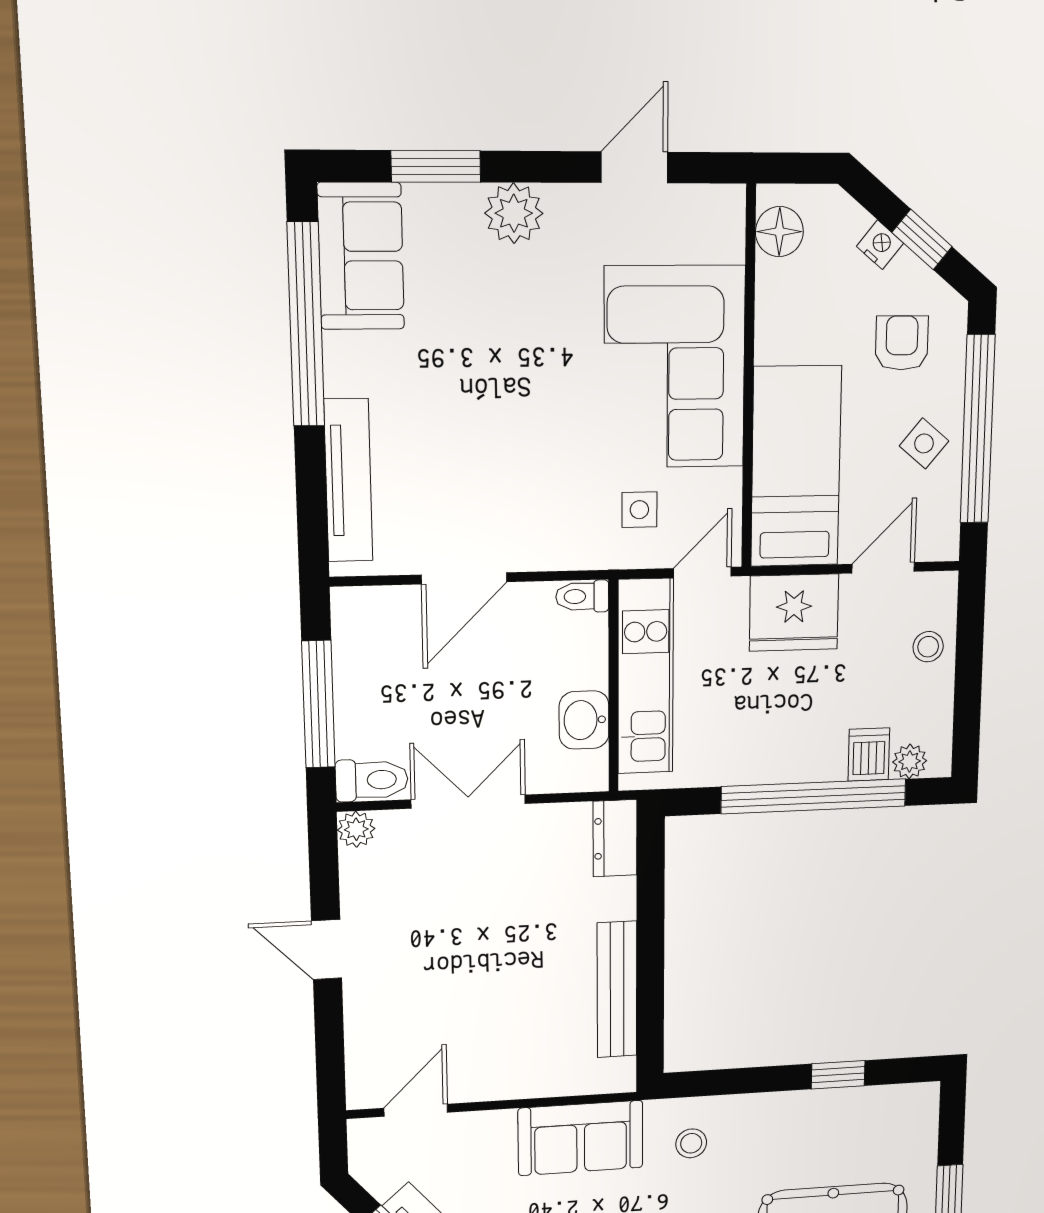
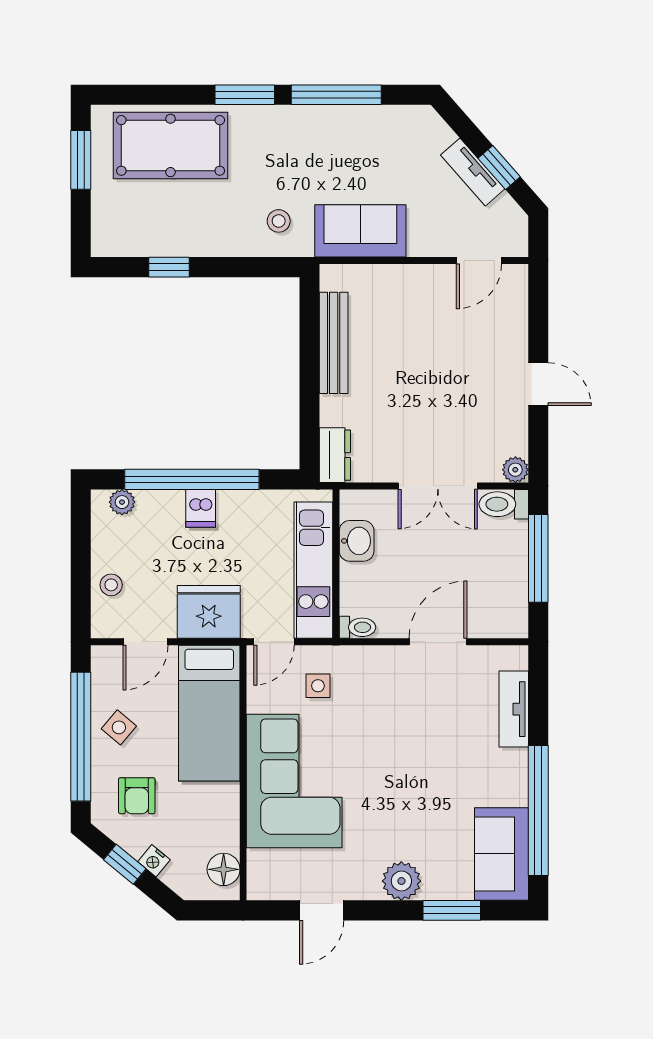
tv unit: (348, 480) -> (514, 709), width x0.71
dishwasher: (869, 755) -> (201, 508), moved

